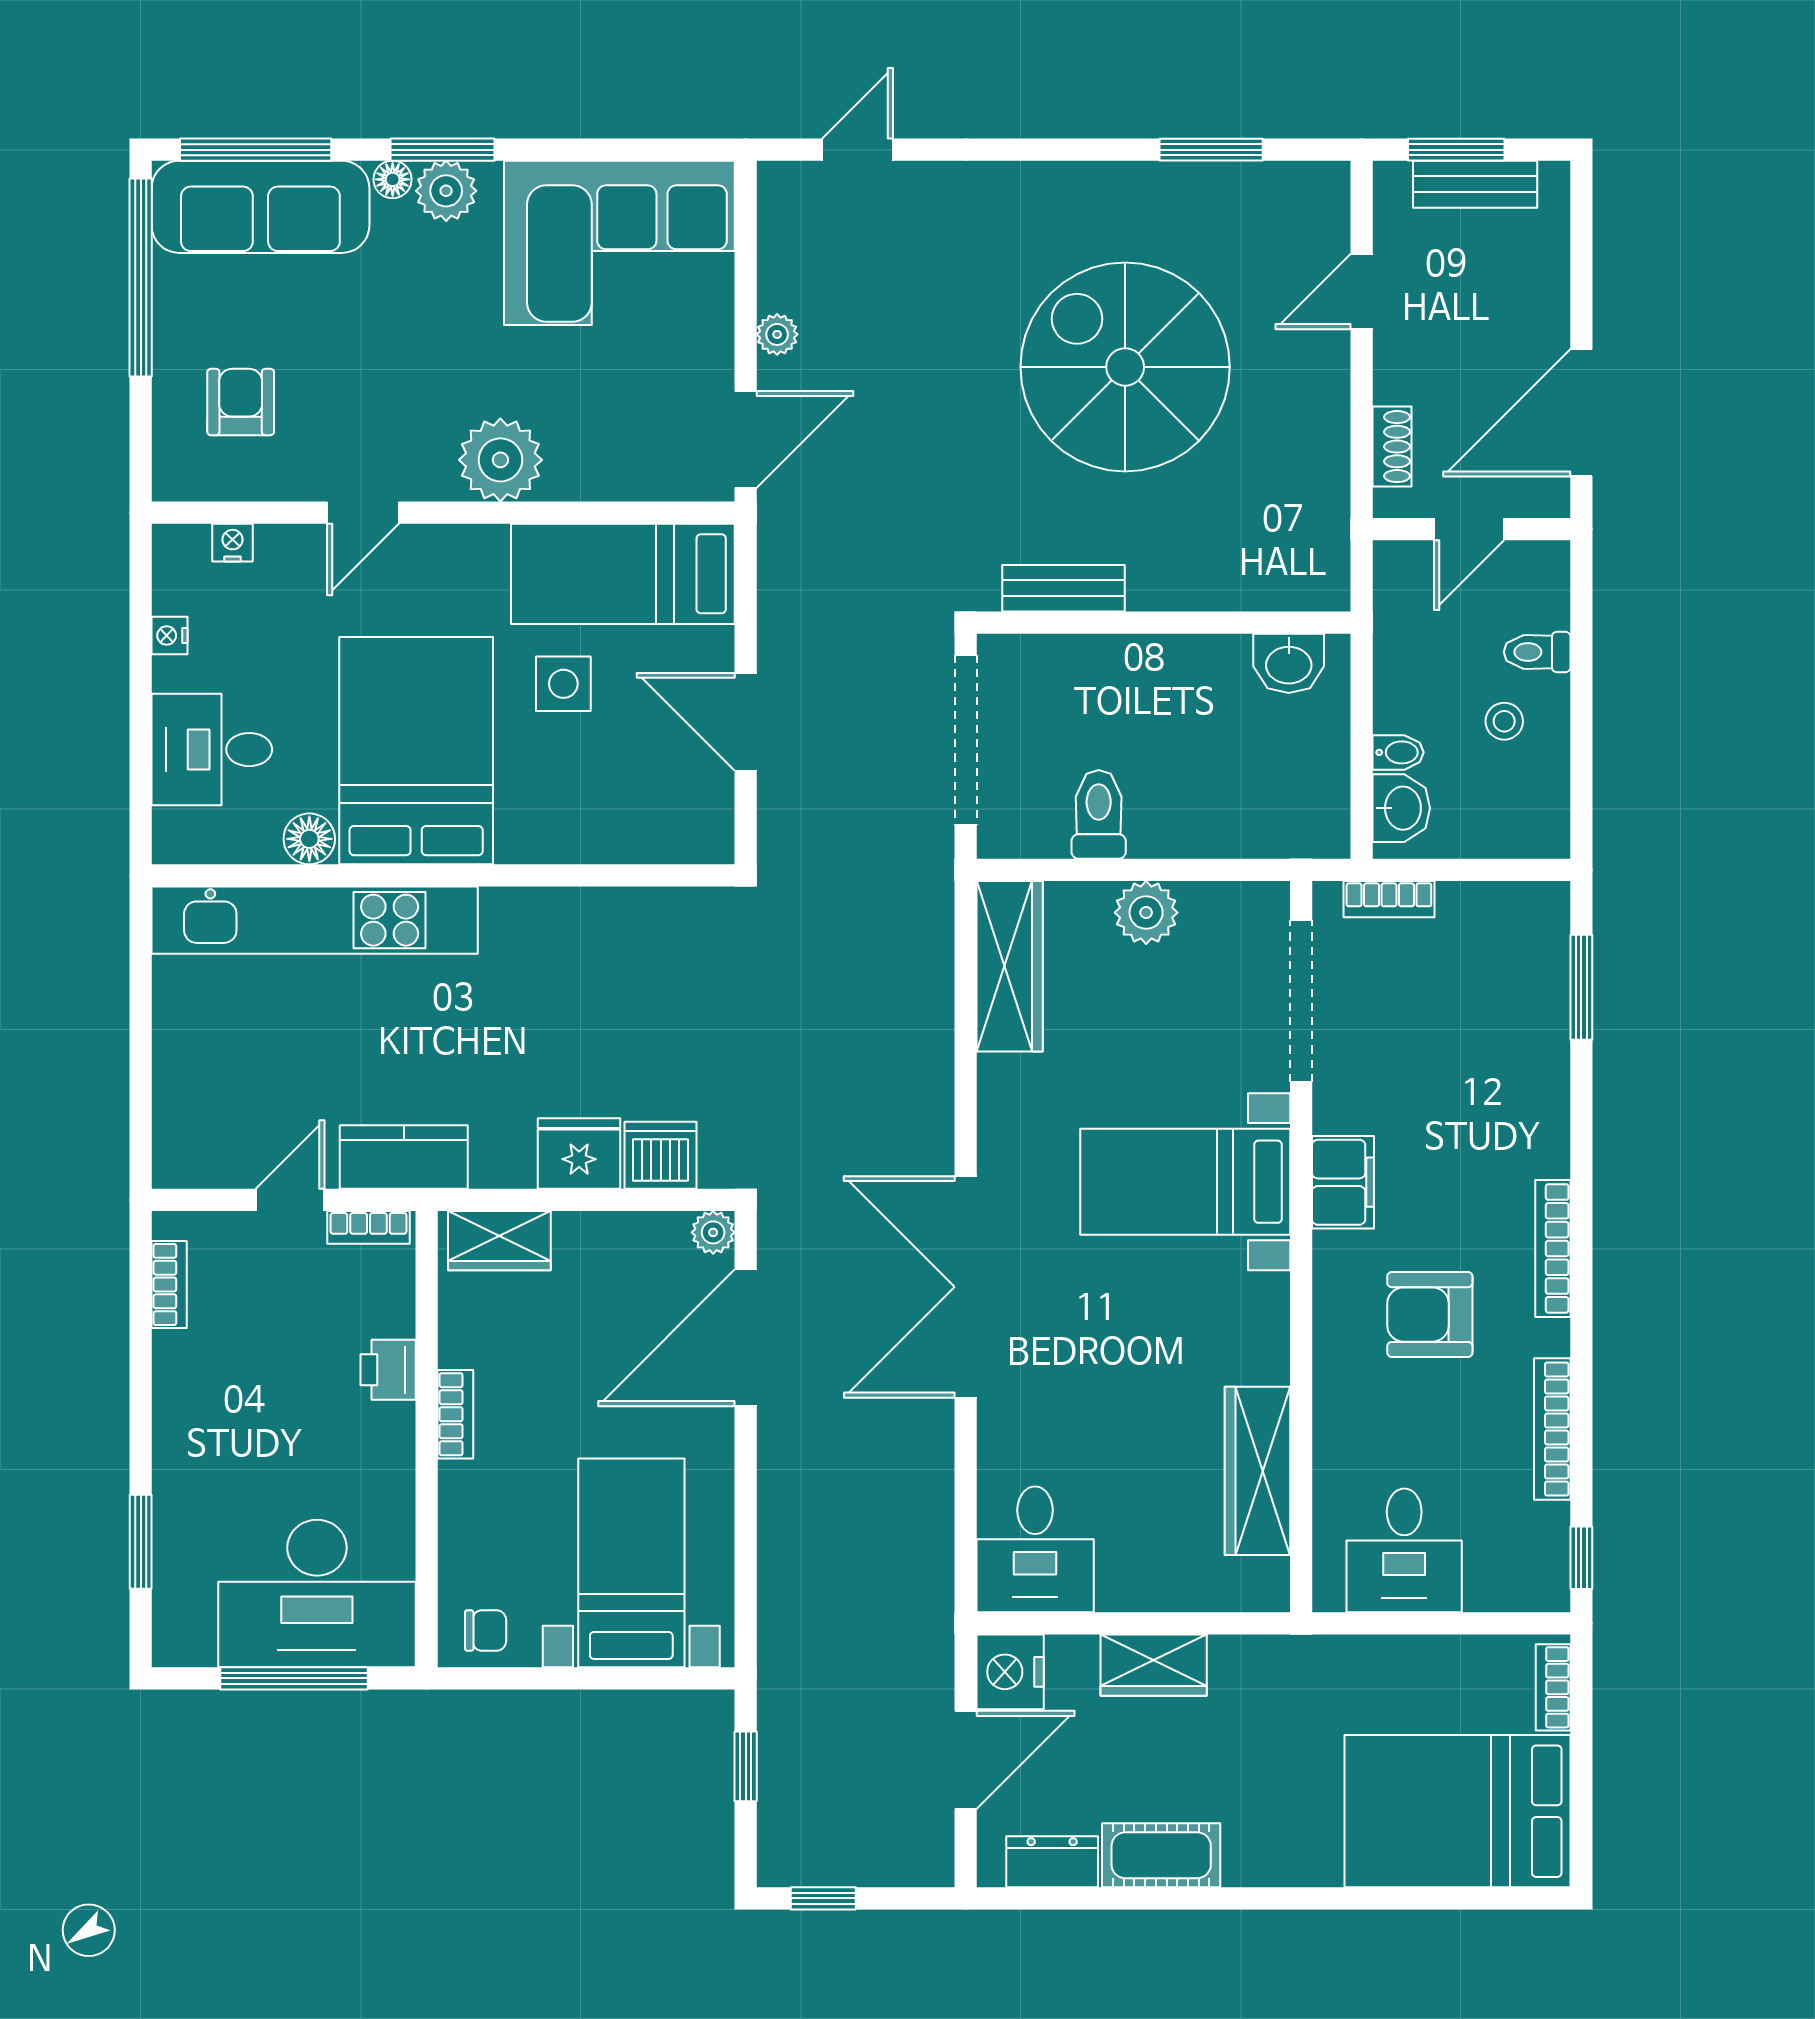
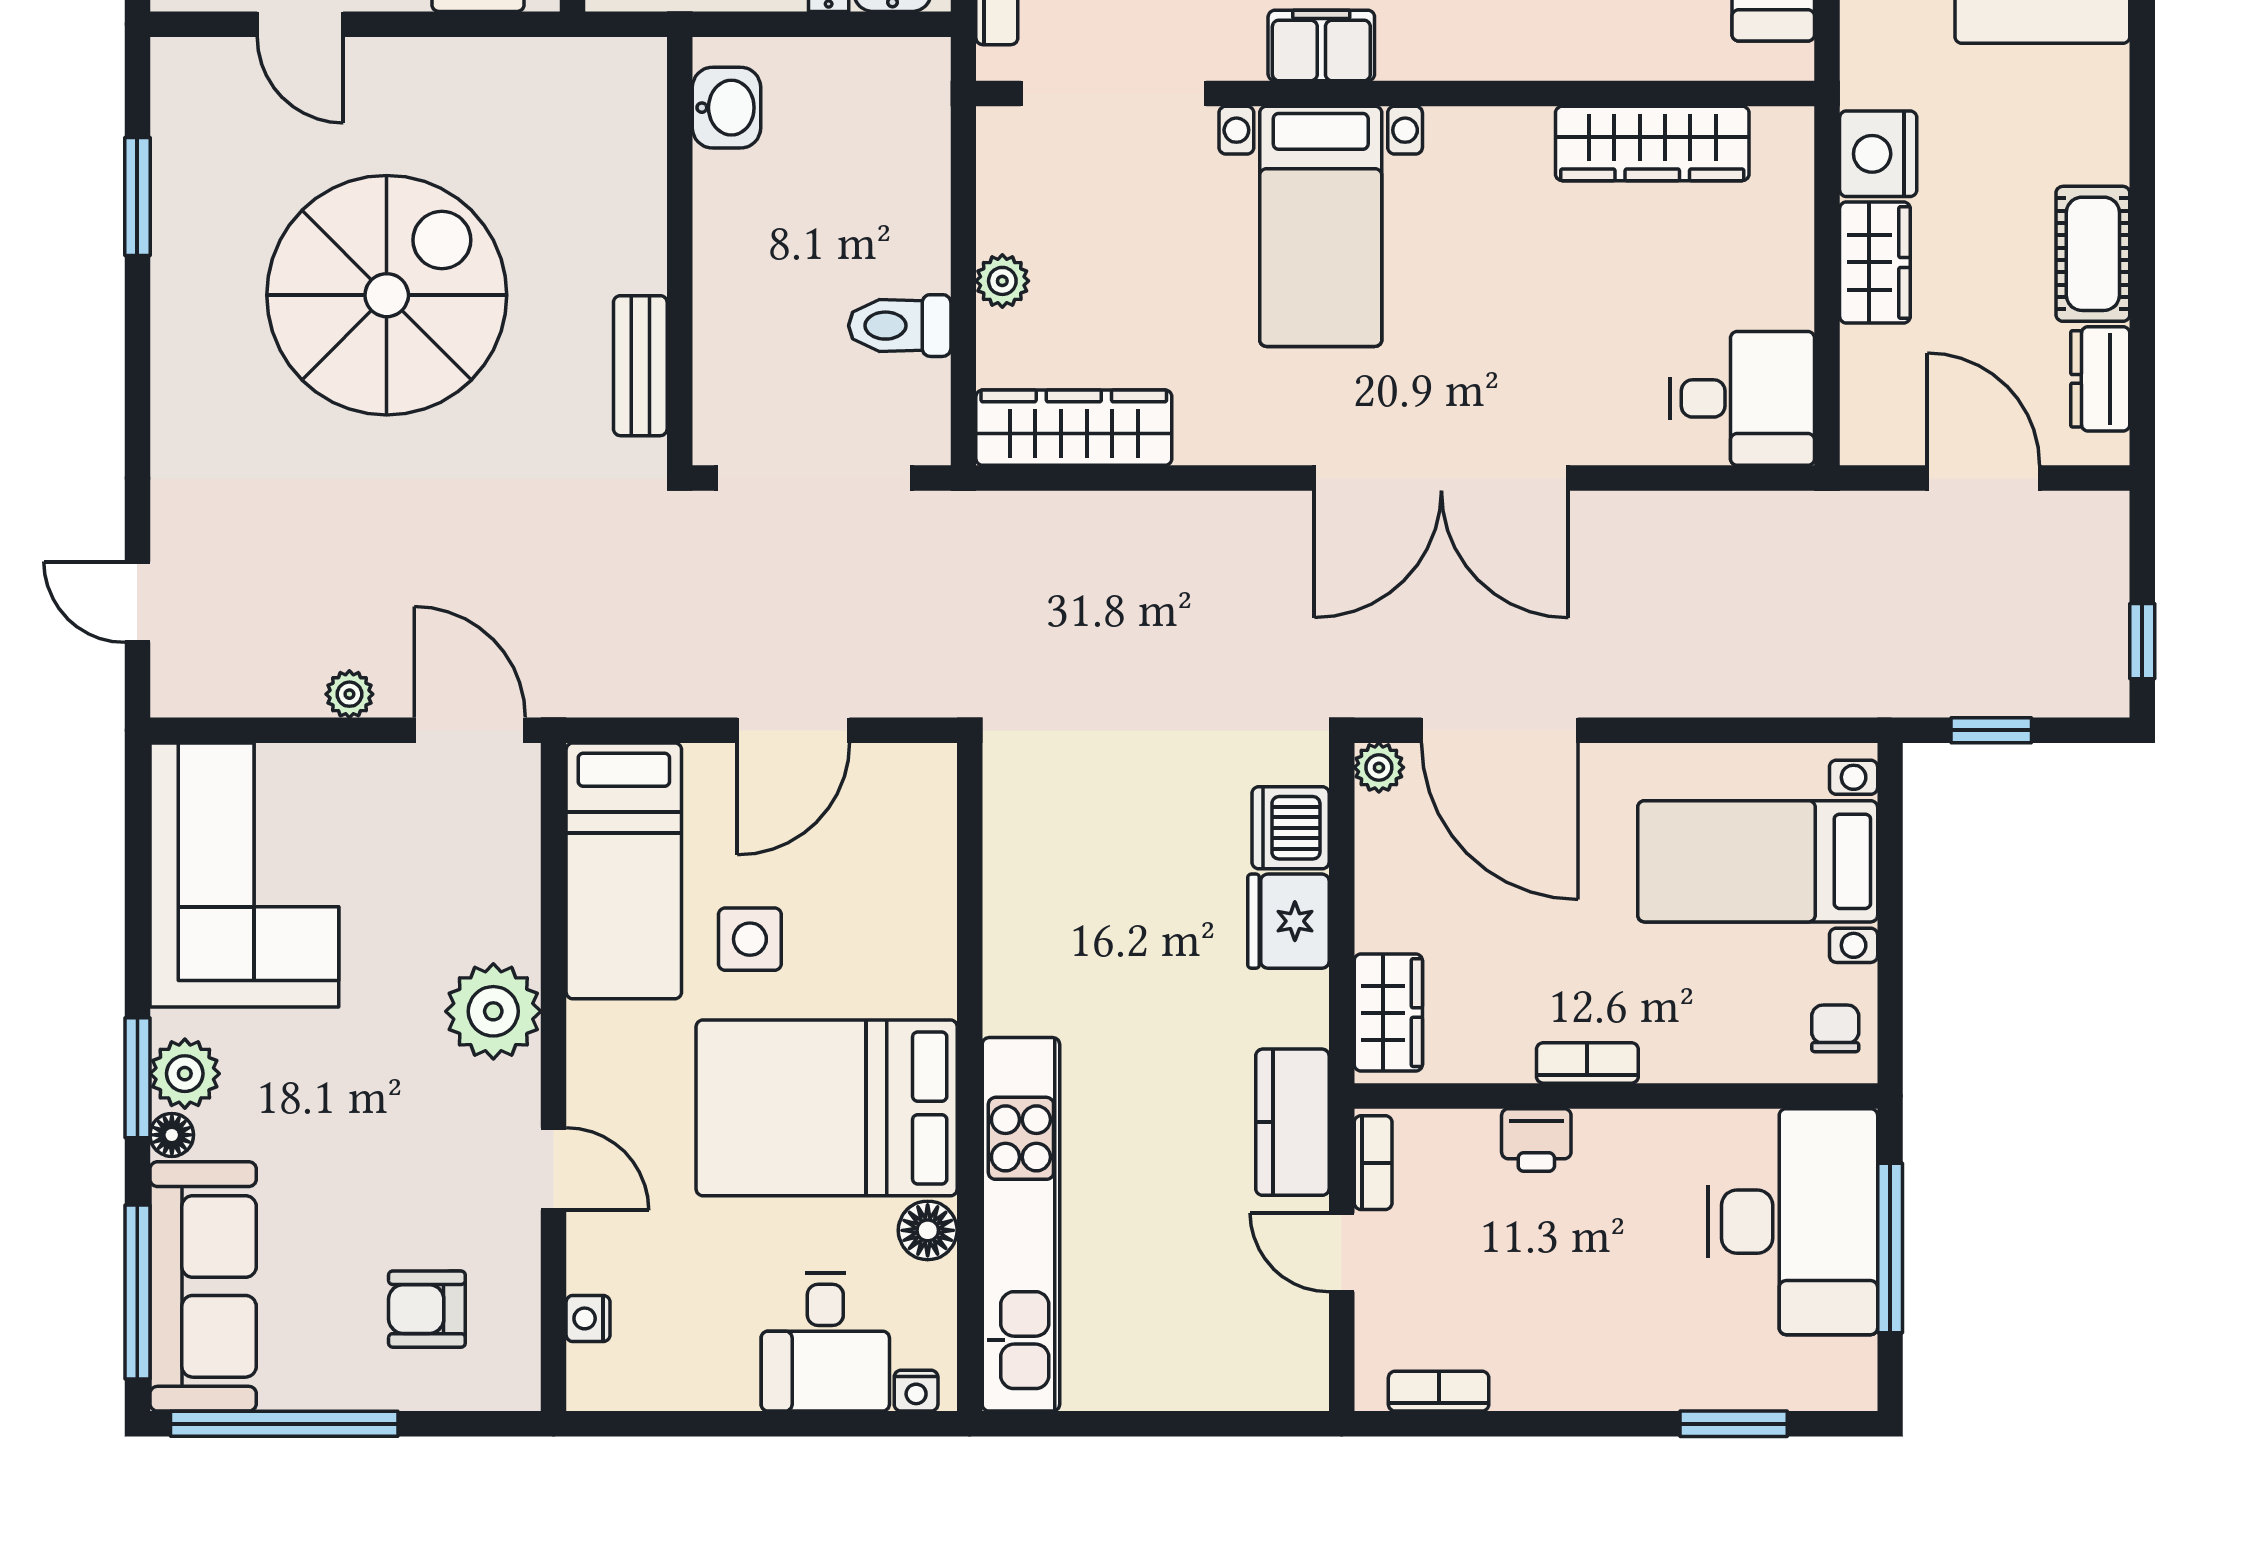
spiral stairs: (1125, 367) -> (387, 295), turned 180
nightstand: (170, 636) -> (916, 1391), moved
plant: (1146, 913) -> (1002, 281), width x0.73, depth x0.73
nightstand: (1010, 1672) -> (1878, 154), moved, turned 90

